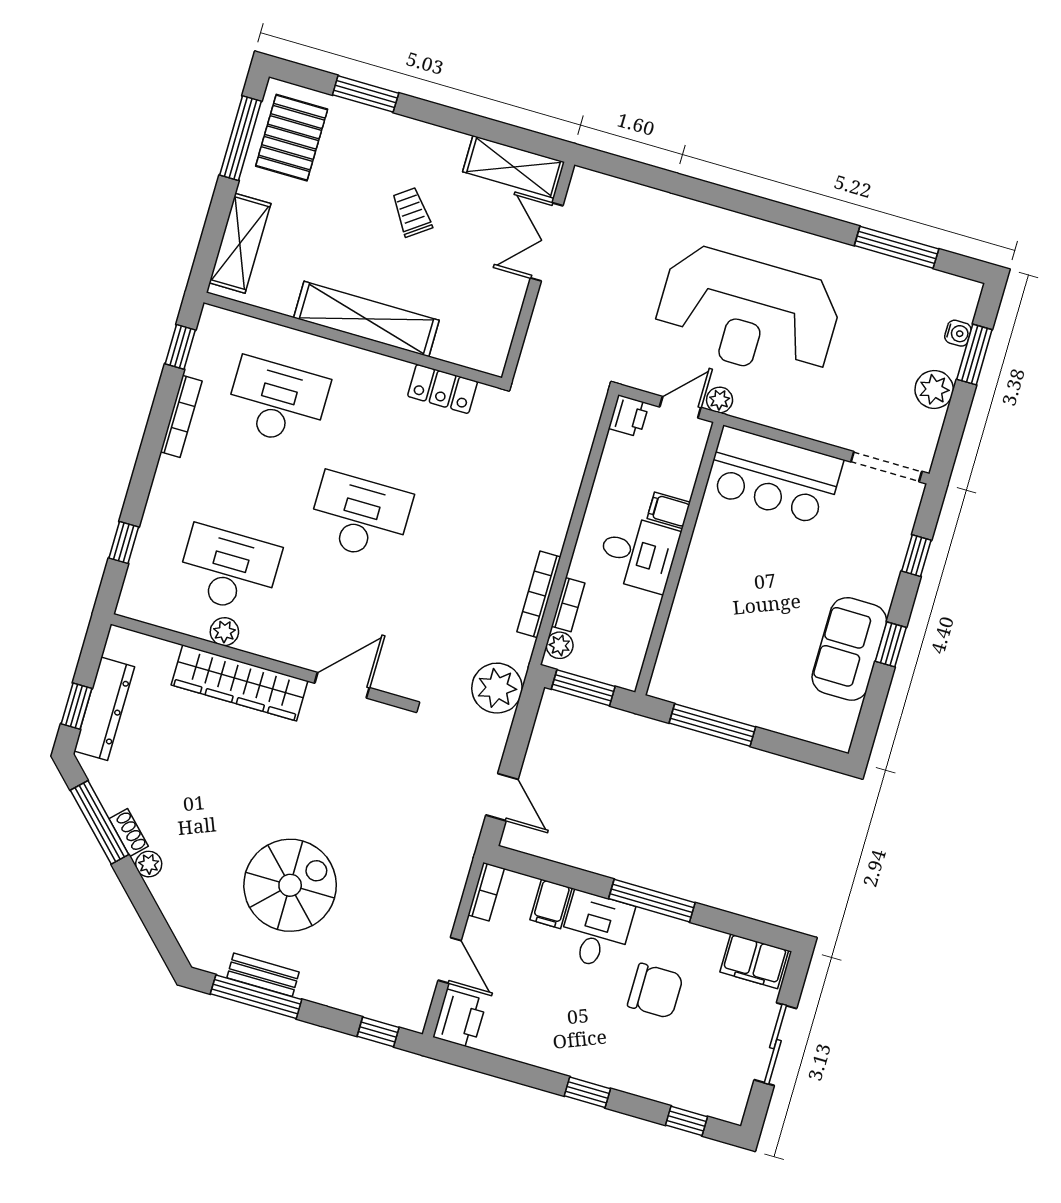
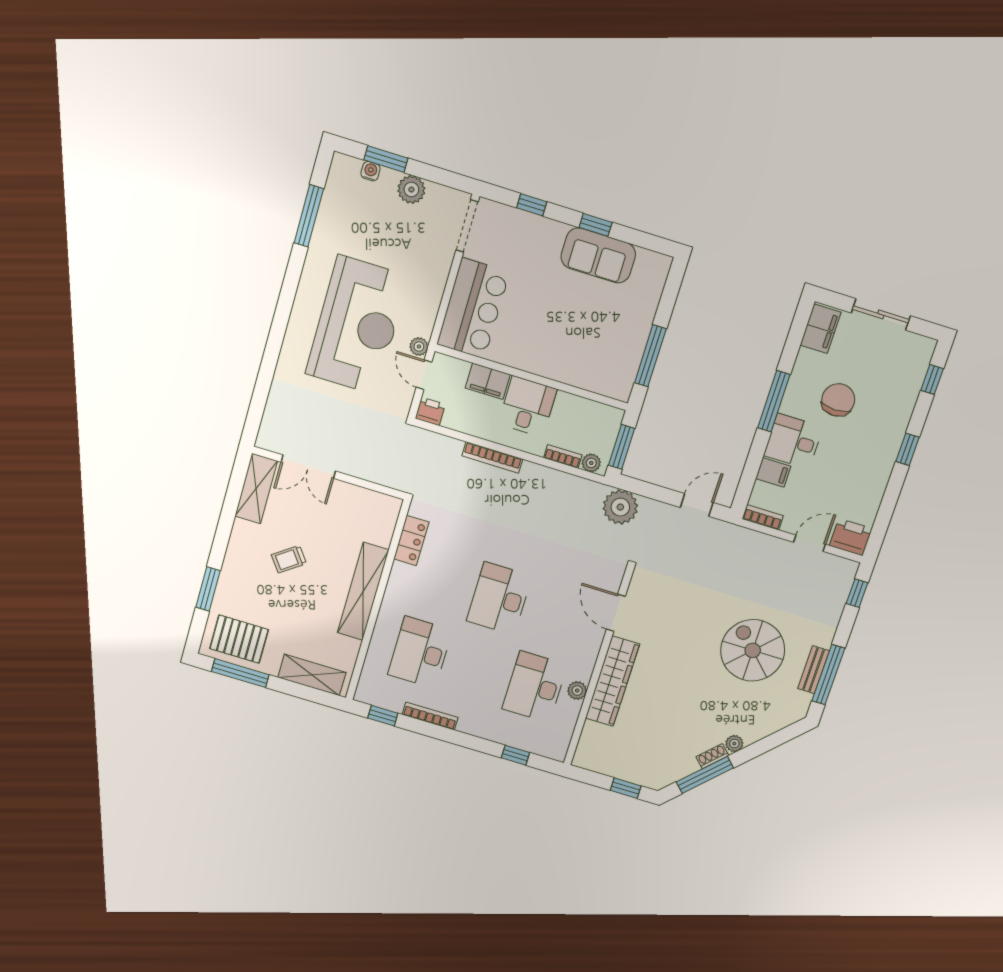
filing cabinet: (669, 510) -> (488, 381), width x2.00
bookcase: (539, 594) -> (492, 457), moved
dresser: (104, 709) -> (628, 770), removed

